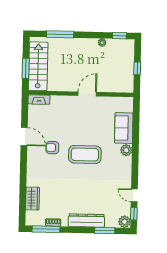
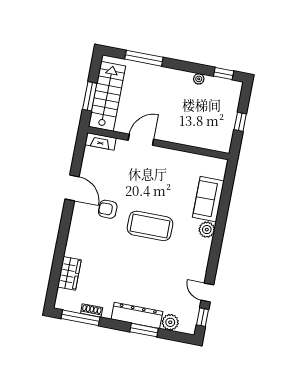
door: (87, 94) -> (141, 140), moved
plant: (124, 222) -> (170, 322), moved
window: (105, 231) -> (144, 330), moved

